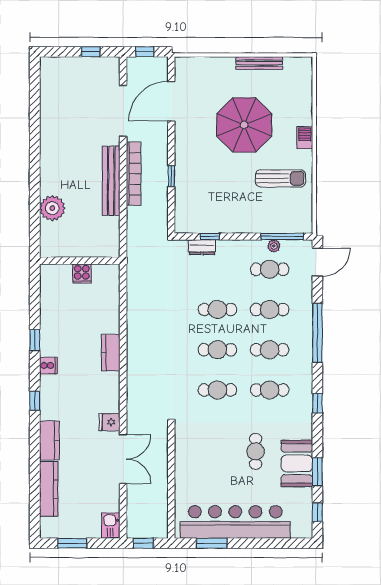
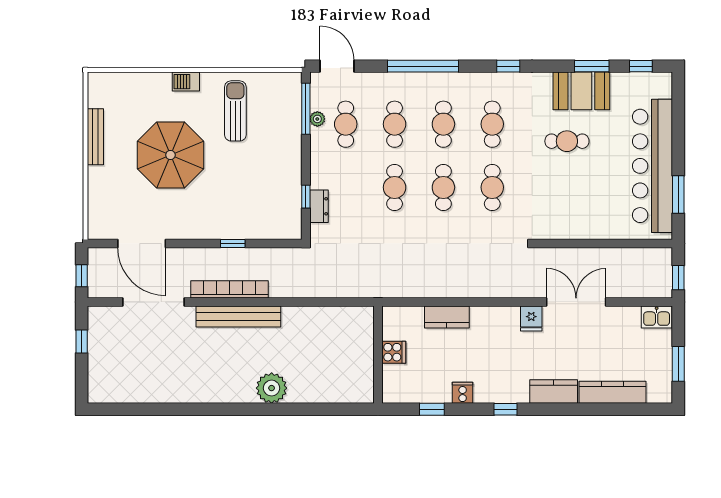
wall: (80, 261) -> (378, 355), moved
cooker: (82, 273) -> (394, 352), moved

